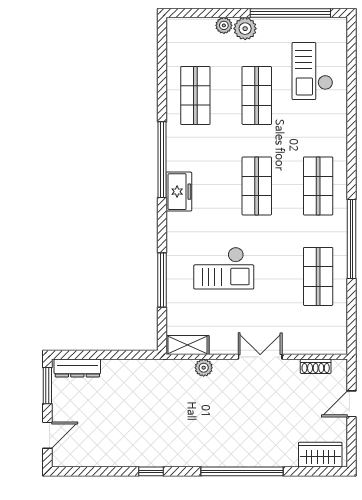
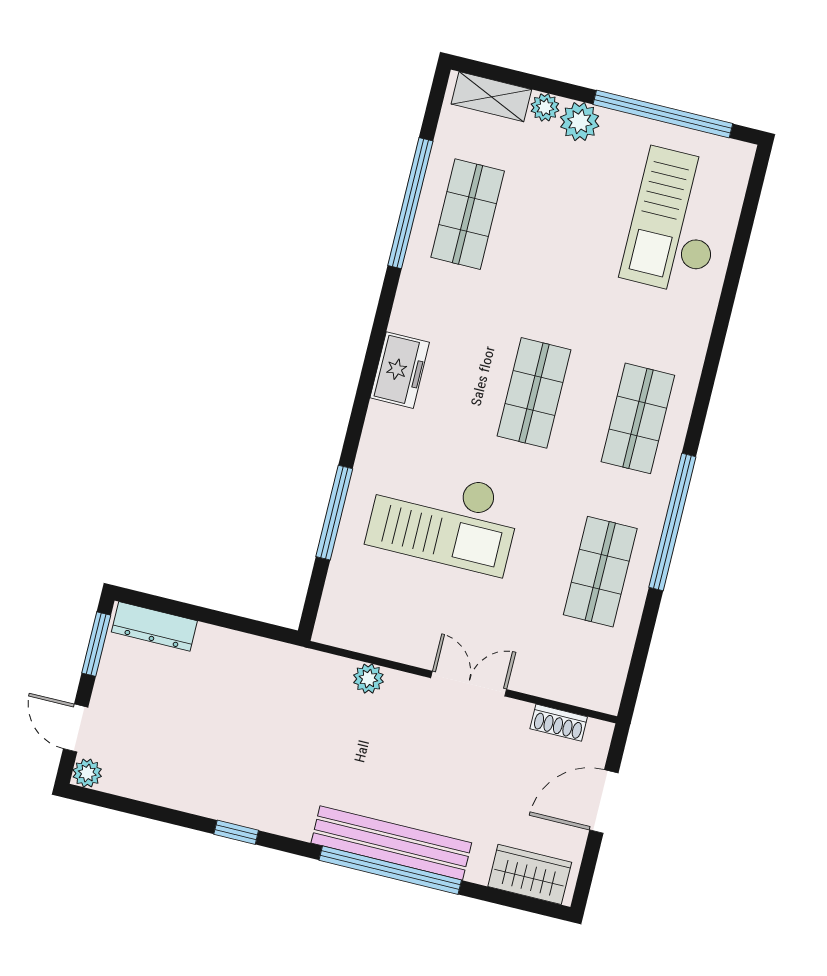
checkout: (312, 71) -> (676, 221), width x1.36, depth x1.21
shop shelf: (257, 96) -> (572, 240), removed
window: (162, 160) -> (410, 203), moved
checkout: (224, 268) -> (444, 518), width x1.36, depth x1.21
shelving: (188, 345) -> (491, 97), moved
door: (352, 404) -> (604, 801), width x1.38
door: (47, 435) -> (76, 728), swing flipped
bench: (239, 456) -> (391, 843), added
plant: (60, 459) -> (87, 773), added

